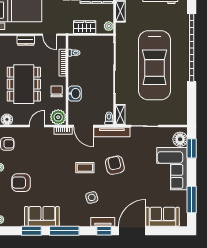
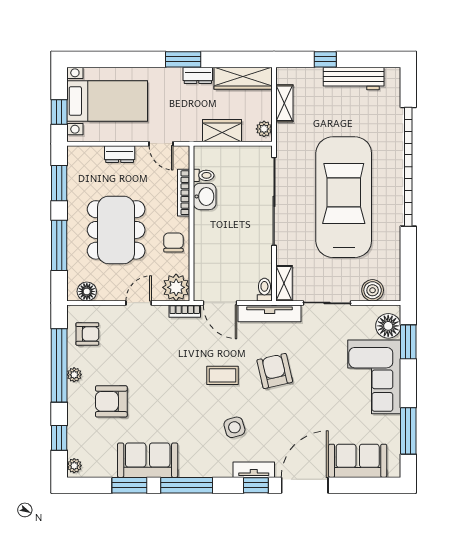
car: (155, 65) -> (344, 197), turned 180
washbasin: (75, 94) -> (205, 196), moved
boiler: (171, 119) -> (373, 290), added

